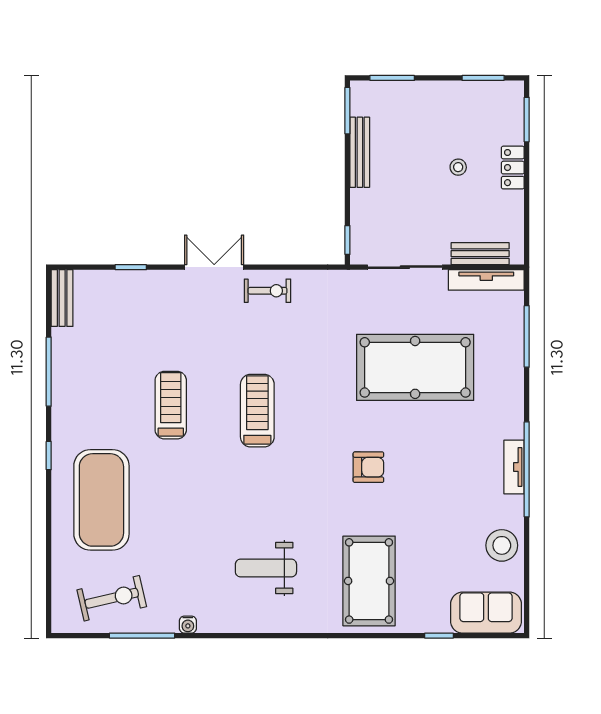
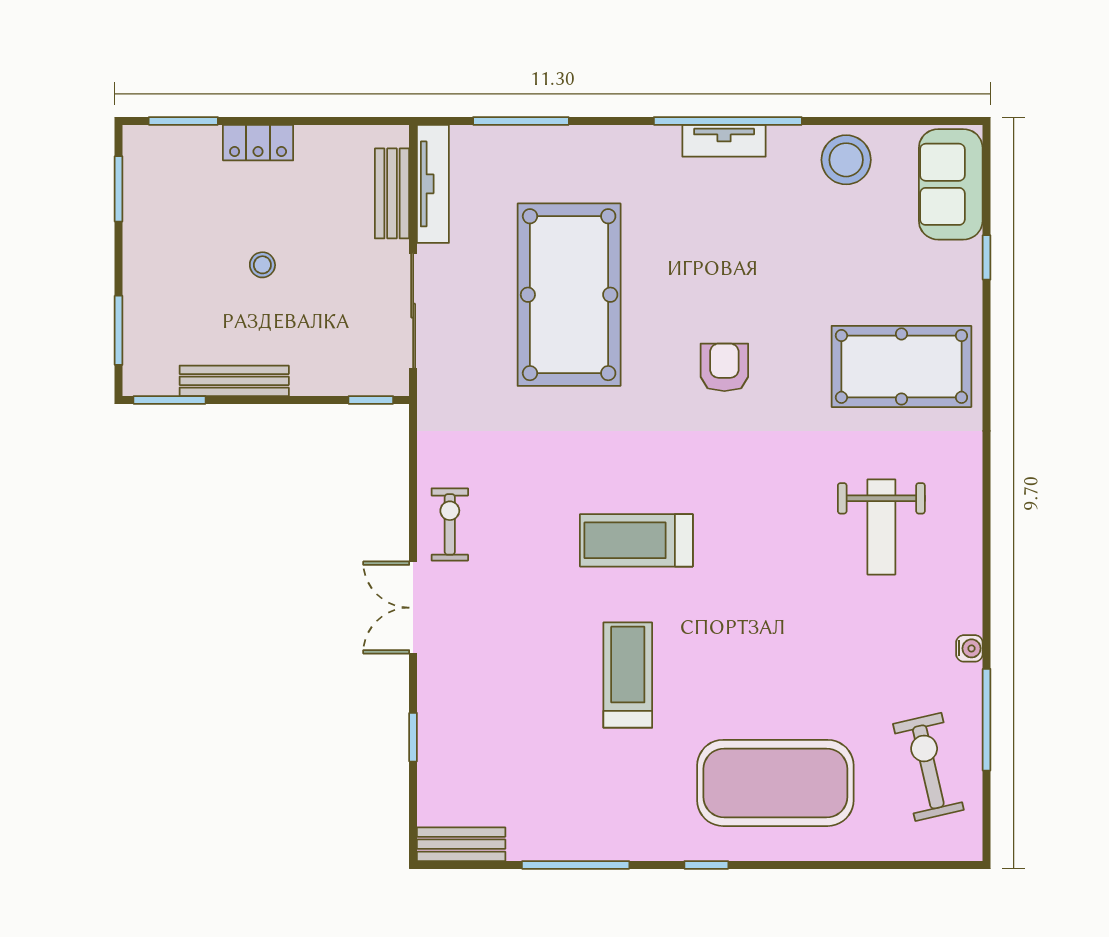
stool: (458, 167) -> (262, 265), moved
treadmill: (171, 405) -> (628, 675), turned 90

